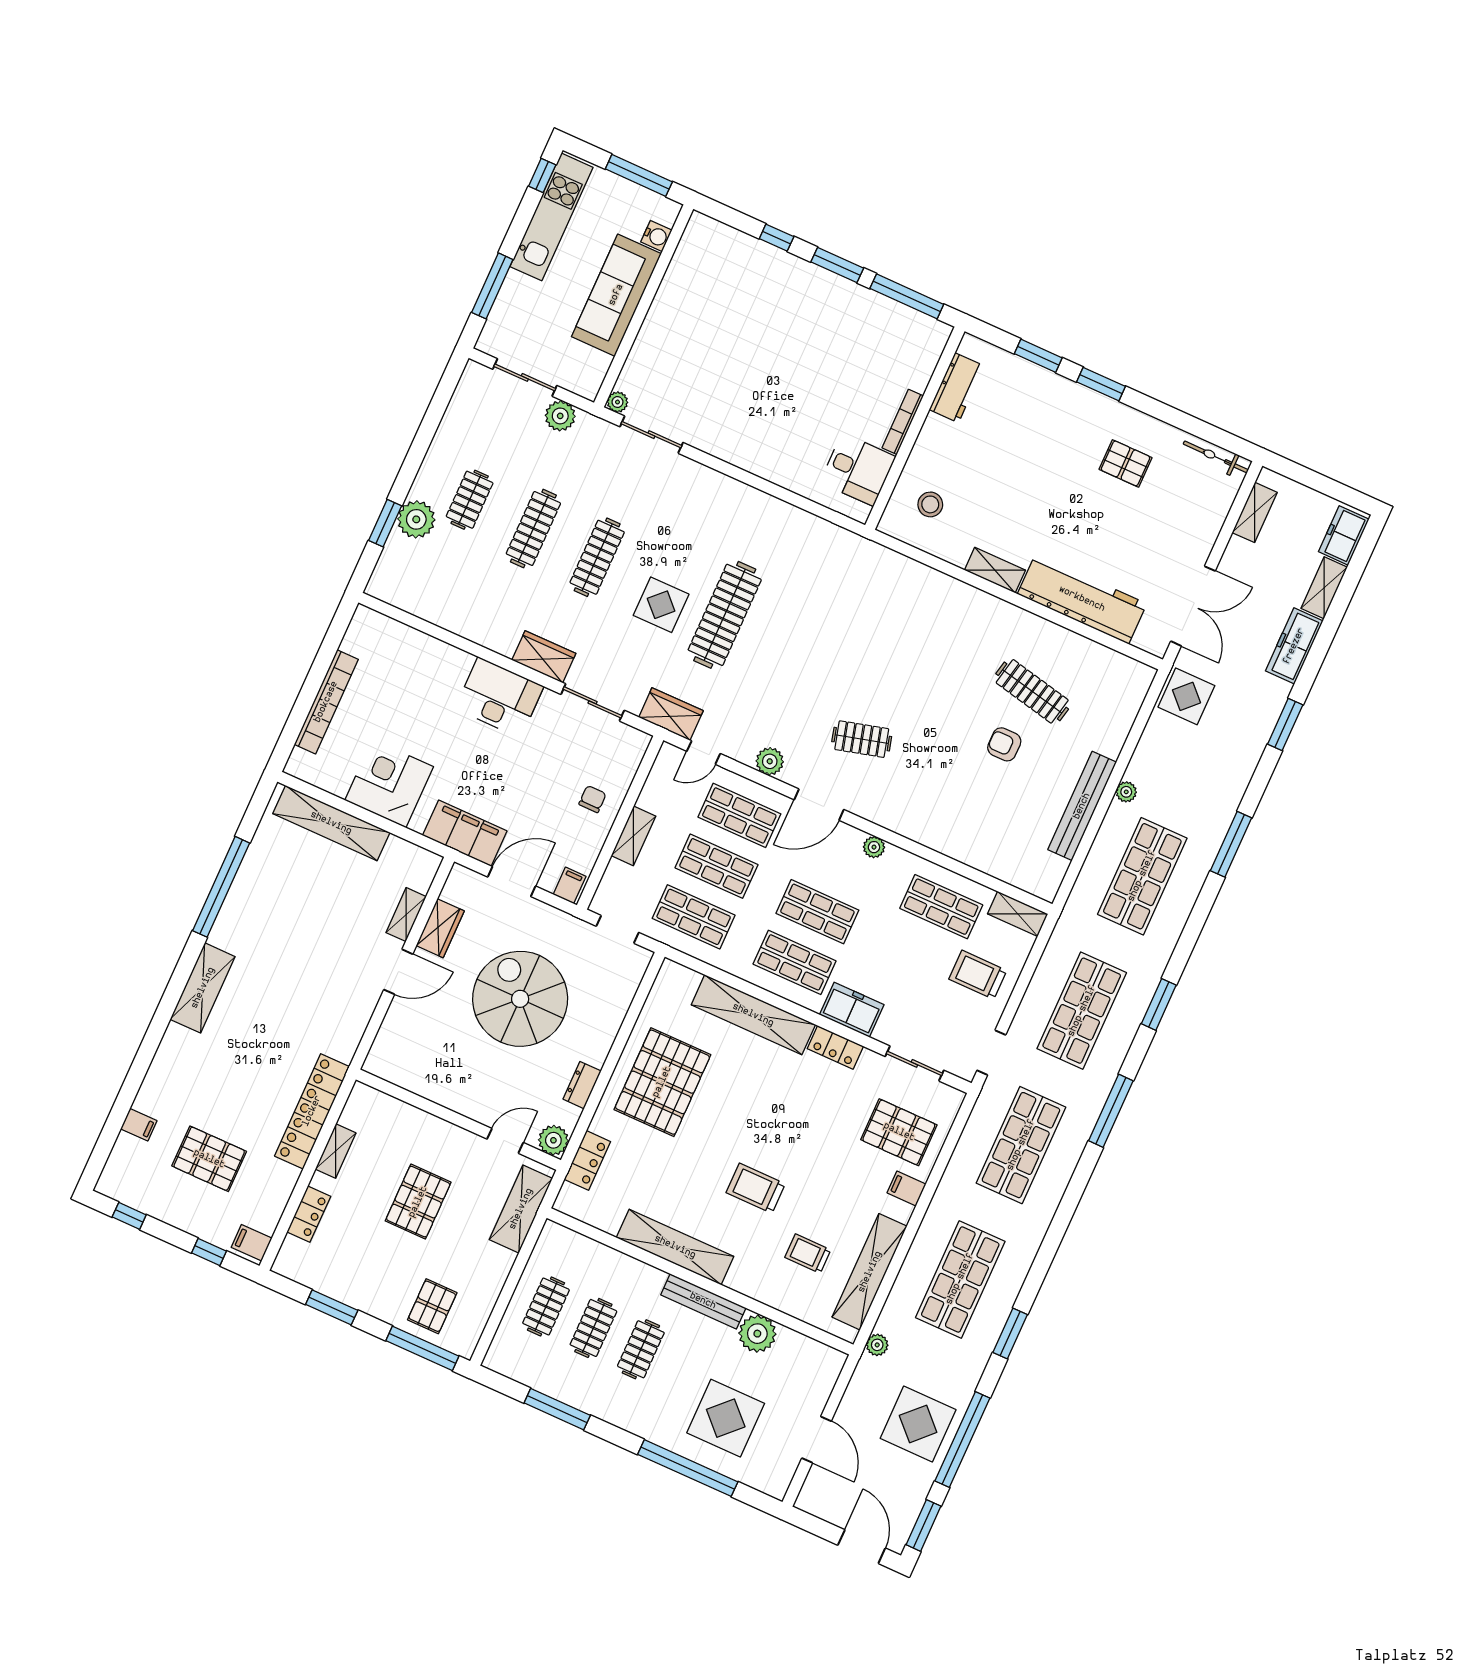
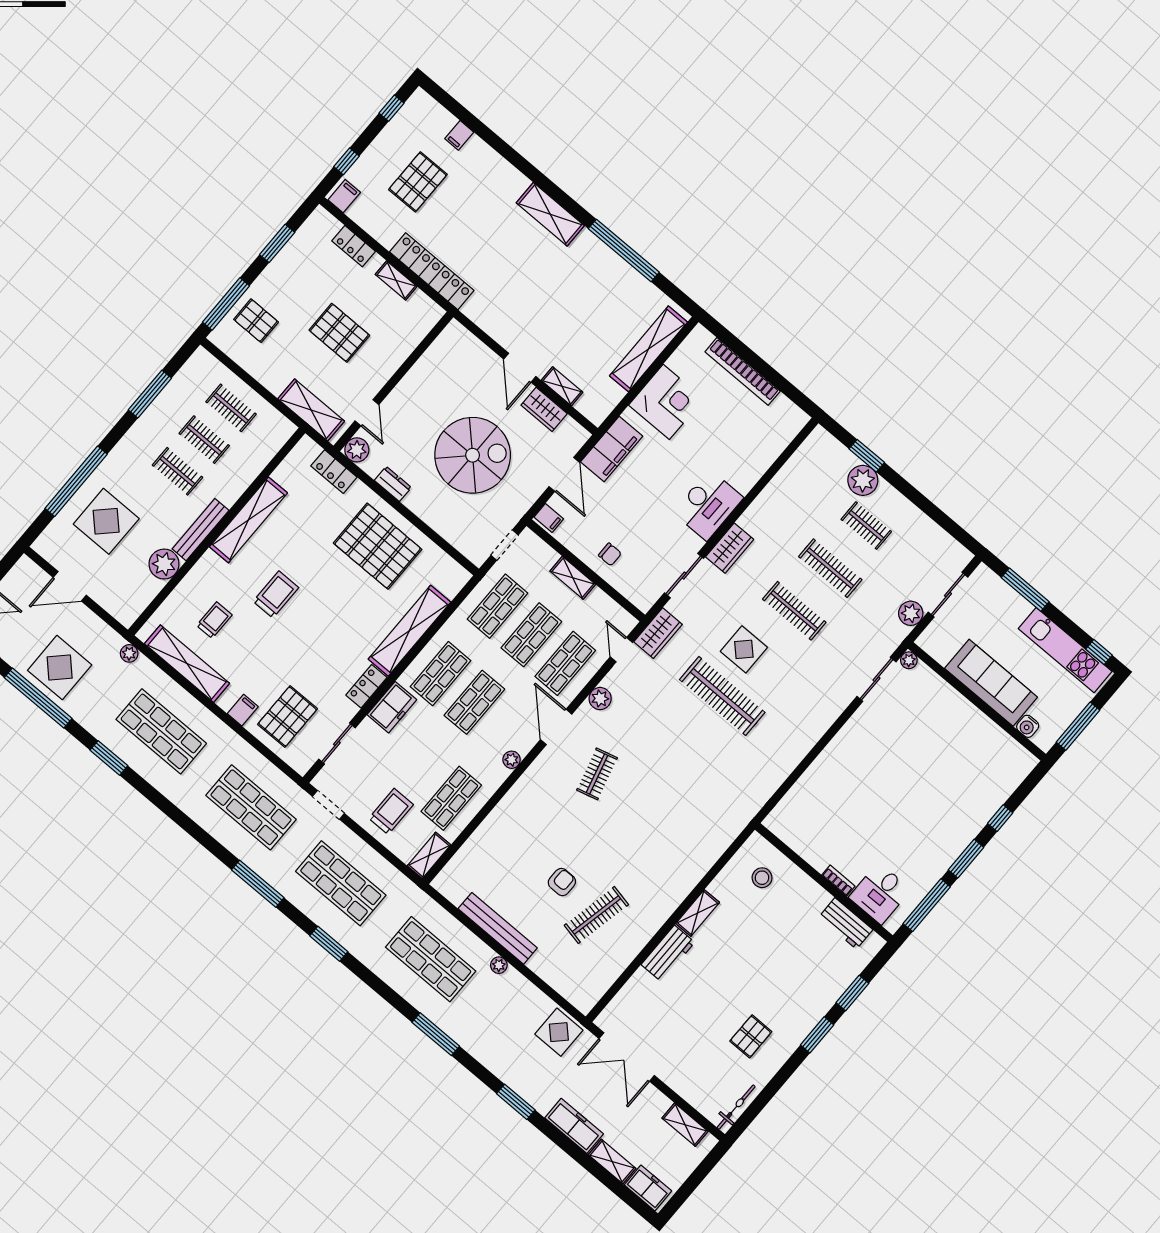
bookcase: (903, 422) -> (838, 881), width x0.64
desk: (858, 469) -> (880, 893), moved
workbench: (1082, 599) -> (668, 953), width x0.53, depth x0.76

